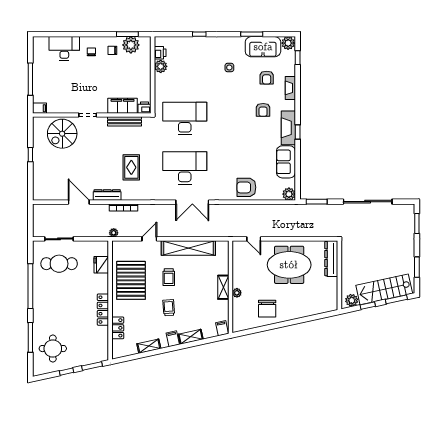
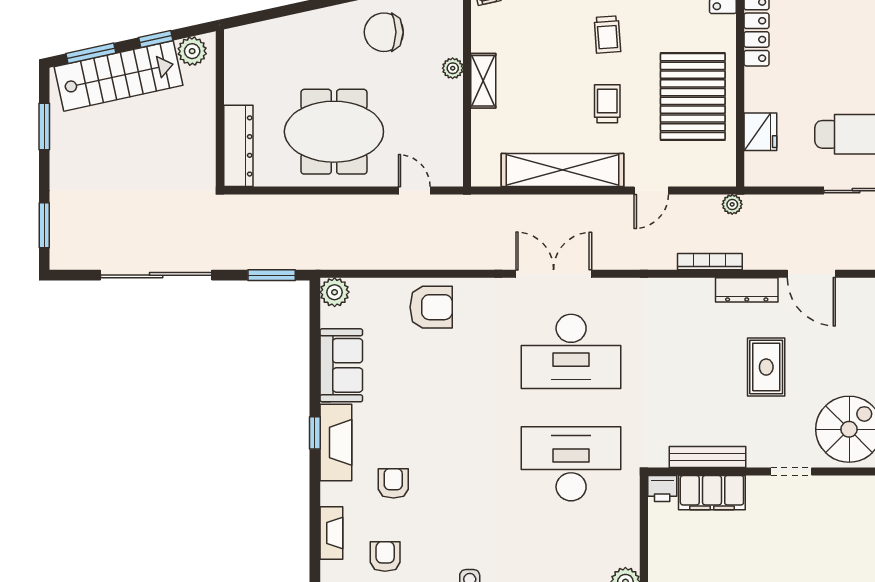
desk: (185, 118) -> (571, 464), turned 180
rug: (131, 167) -> (766, 367), moved
chair: (267, 309) -> (384, 32), turned -90

